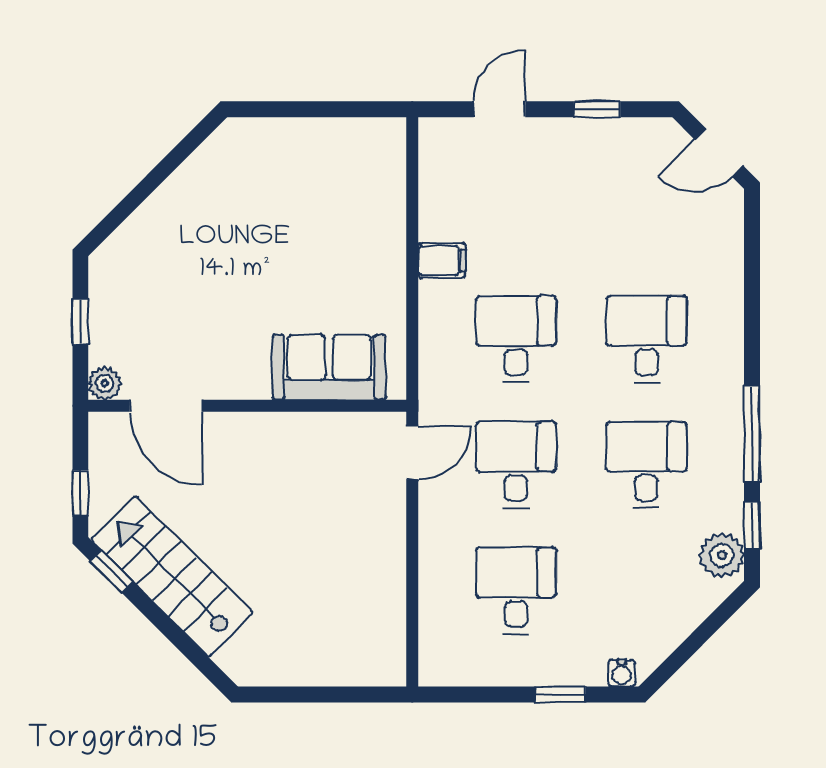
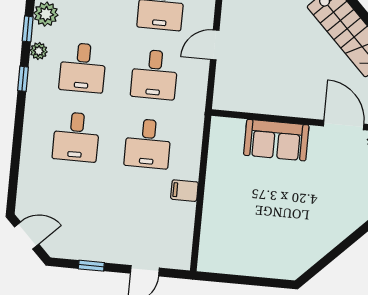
sofa: (329, 367) -> (276, 140), moved
window: (752, 434) -> (23, 79), width x0.46
door: (412, 453) -> (215, 45), moved
plant: (728, 487) -> (39, 51), added

